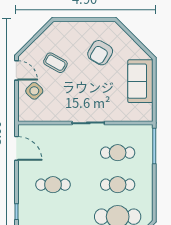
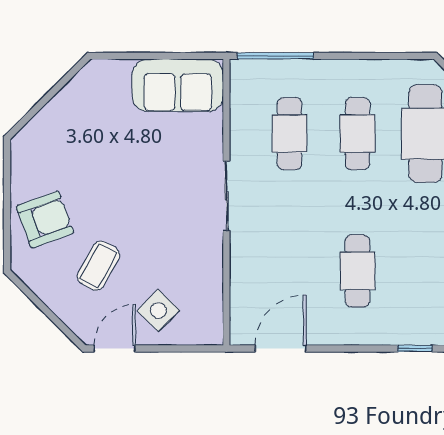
armchair: (100, 53) -> (45, 220), moved, turned -51
sofa: (140, 81) -> (178, 85), moved

